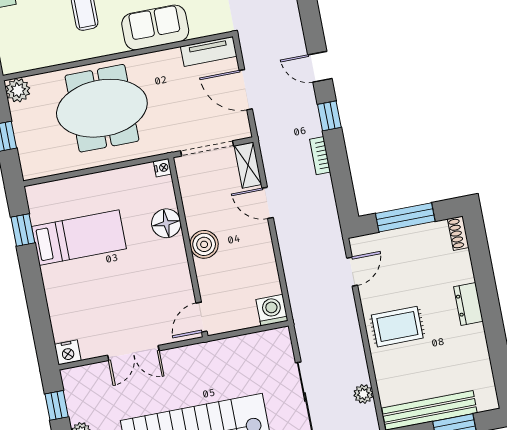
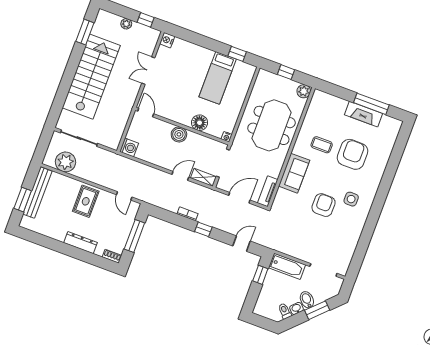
door: (320, 67) -> (241, 244), moved
dresser: (468, 304) -> (81, 243), width x1.44
plant: (363, 394) -> (65, 162), width x1.87, depth x1.87

